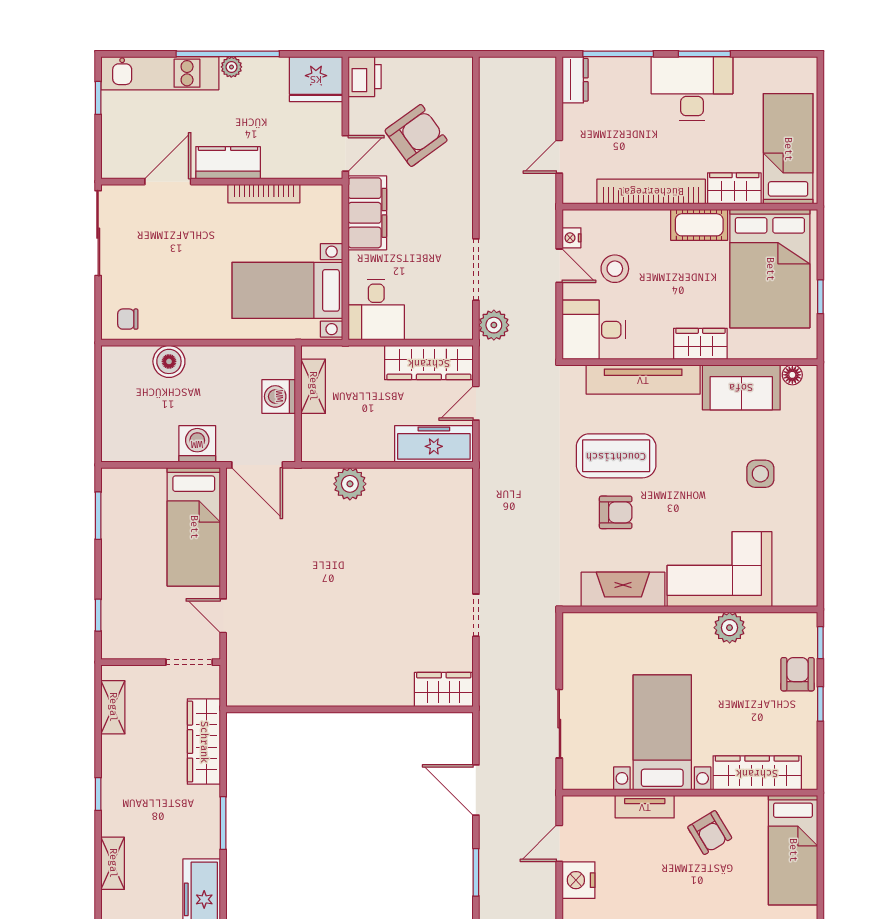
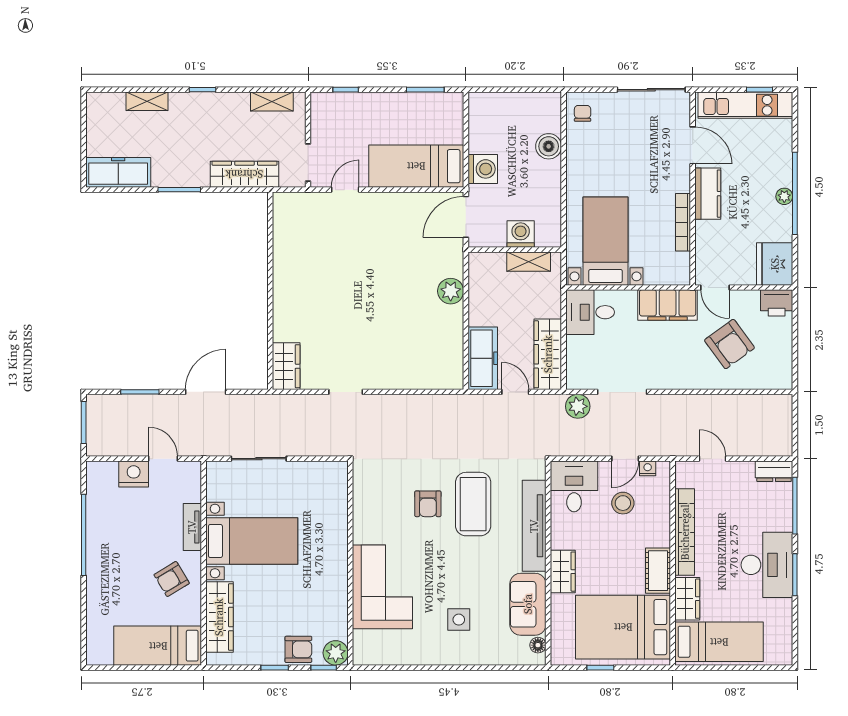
kitchen unit: (160, 73) -> (745, 105), moved, turned -90
fireplace: (623, 589) -> (366, 510), removed
plant: (730, 628) -> (336, 653), moved

